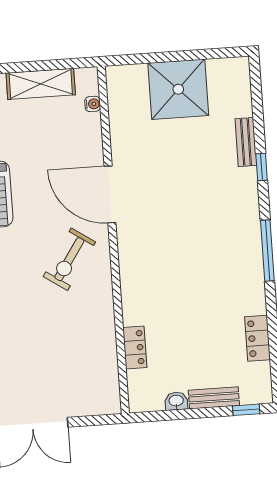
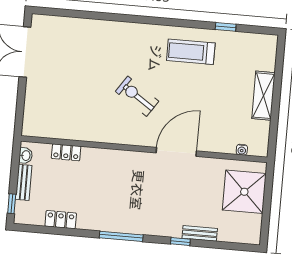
water cooler: (93, 104) -> (242, 150), moved
door: (110, 194) -> (176, 152), moved
wall: (113, 240) -> (144, 149), moved
locker: (135, 347) -> (66, 152), moved

